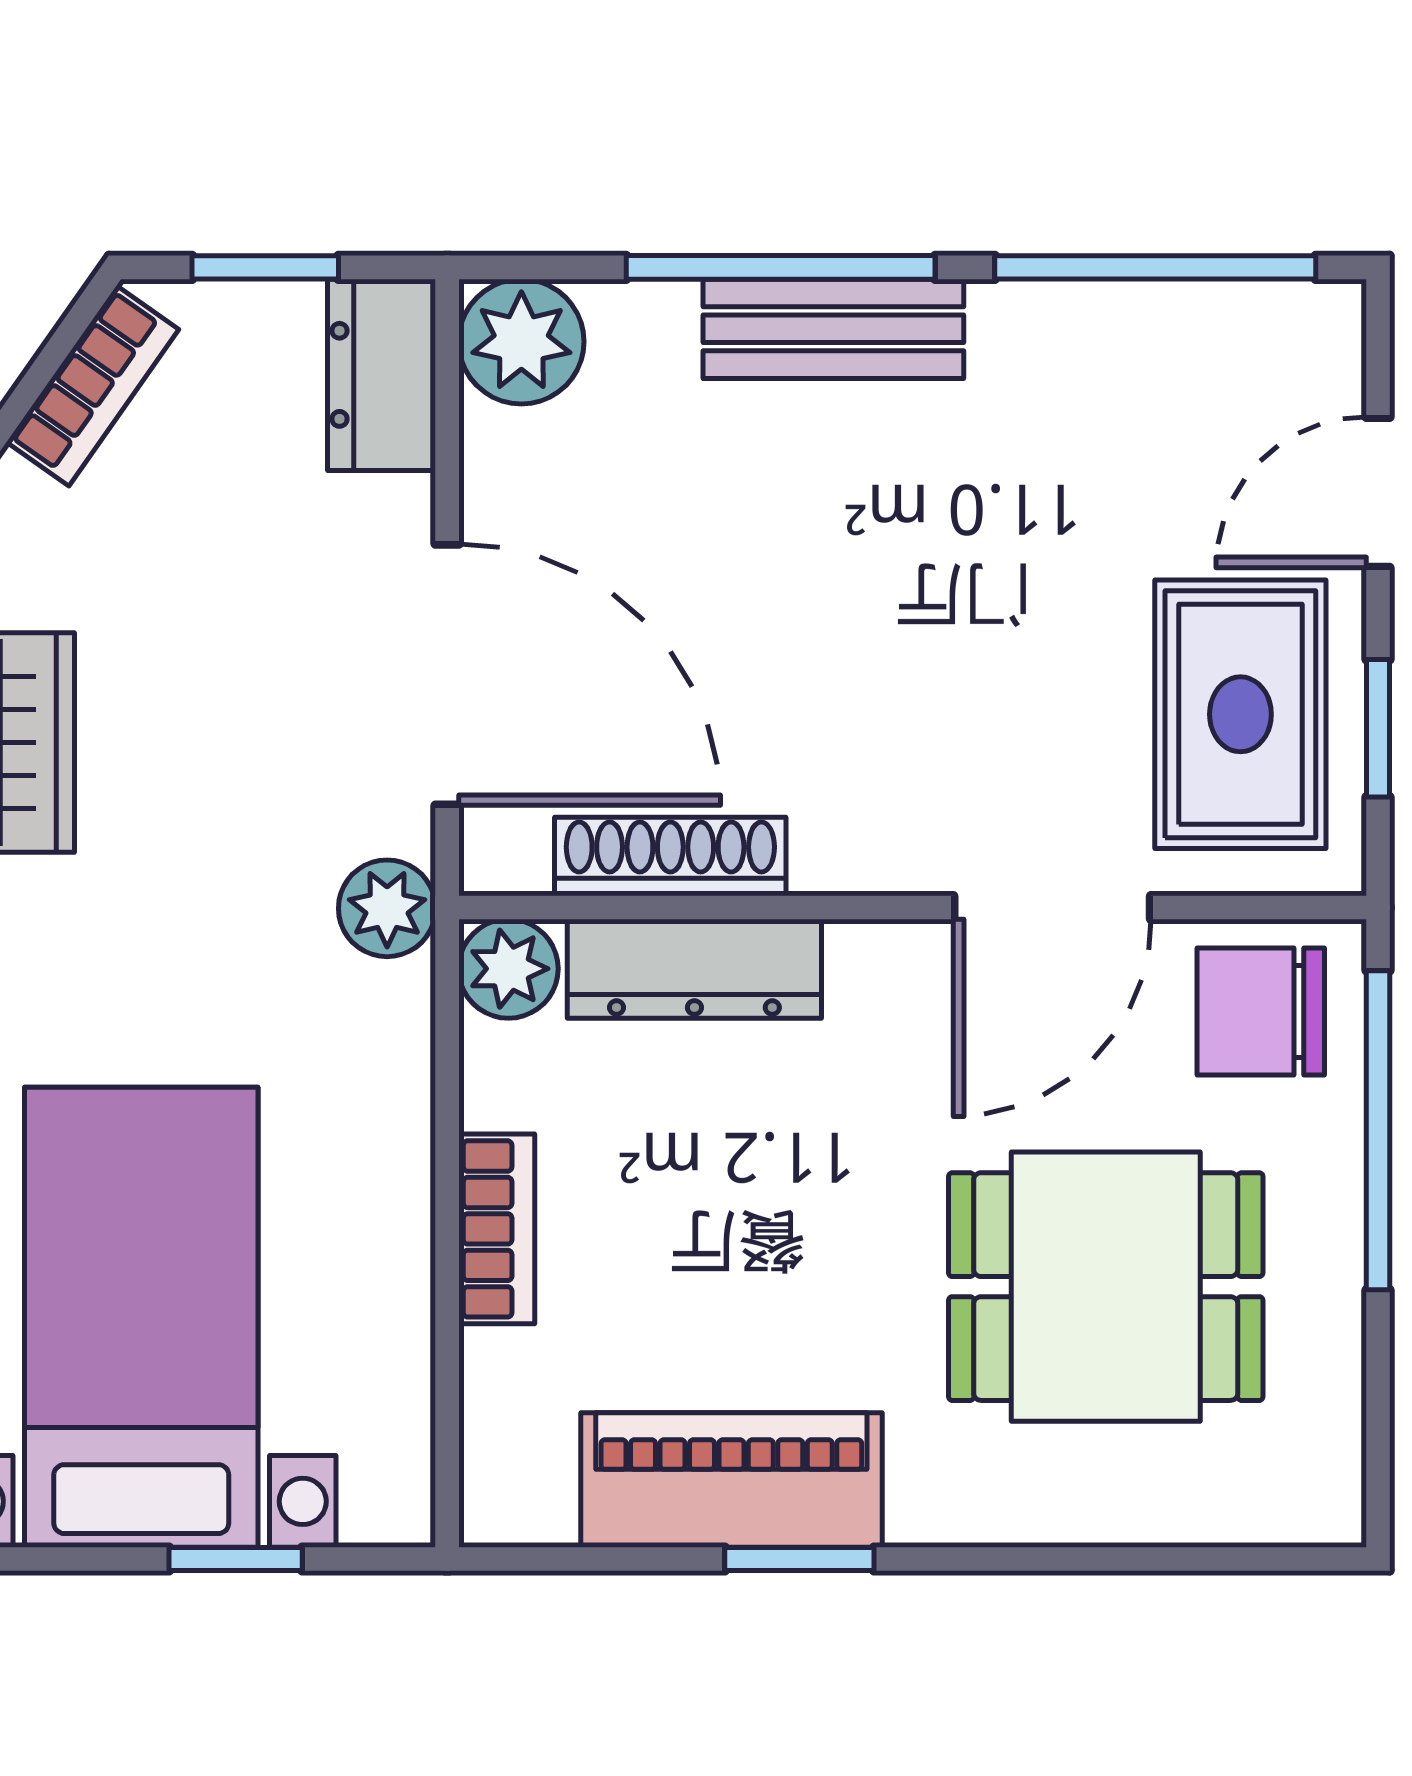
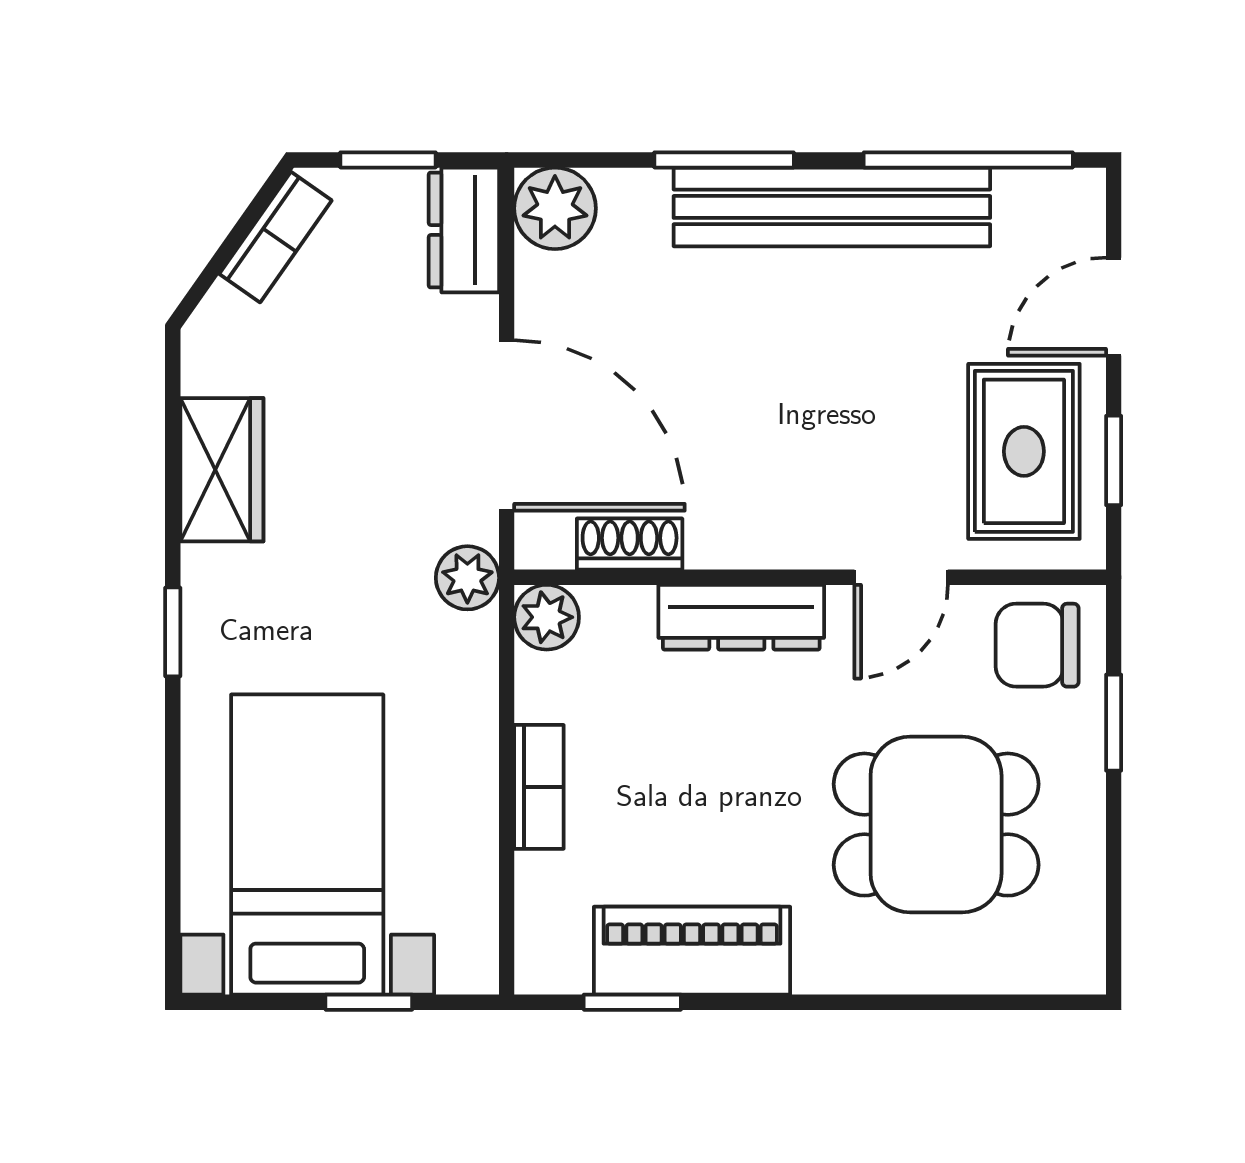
window: (781, 267) -> (724, 160), width x0.69
bench: (833, 329) -> (832, 207), width x1.86, depth x1.21
shoe rack: (670, 856) -> (630, 544), width x0.70
door: (1052, 907) -> (901, 577), width x0.73
dresser: (694, 969) -> (741, 617), moved
window: (1378, 1130) -> (1114, 723), width x0.46
window: (799, 1559) -> (632, 1002), moved

